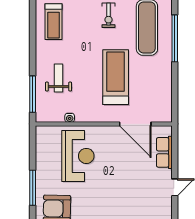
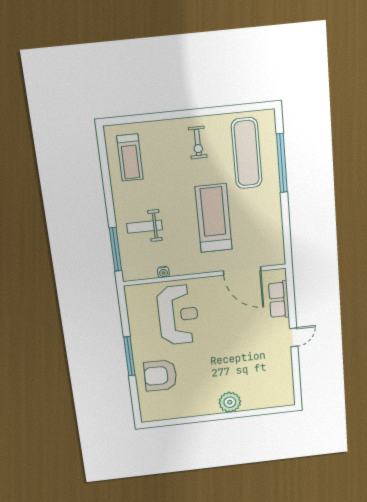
weight bench: (59, 78) -> (145, 227), turned -90

